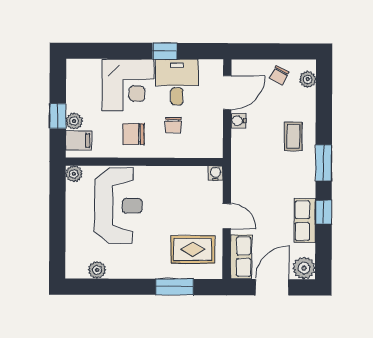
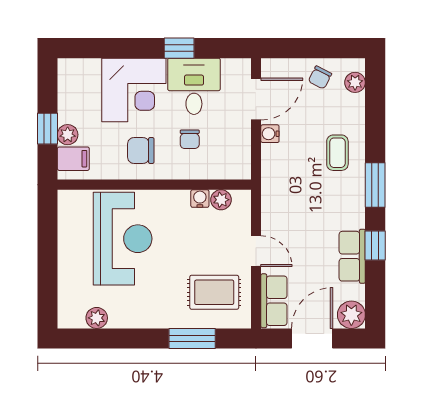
water cooler: (216, 173) -> (200, 199), moved
plant: (74, 174) -> (221, 200), moved

